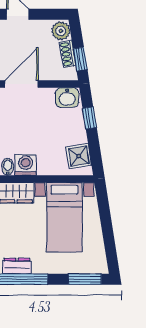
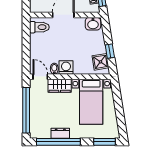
window: (90, 118) -> (110, 51), moved

